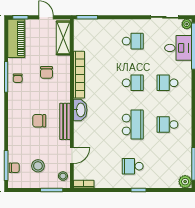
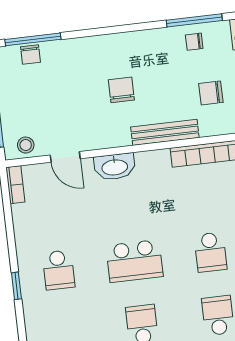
washbasin: (80, 110) -> (115, 167), moved
bench: (65, 121) -> (165, 132), moved
stool: (38, 166) -> (39, 97), removed
school desk: (133, 166) -> (59, 270), turned 180

